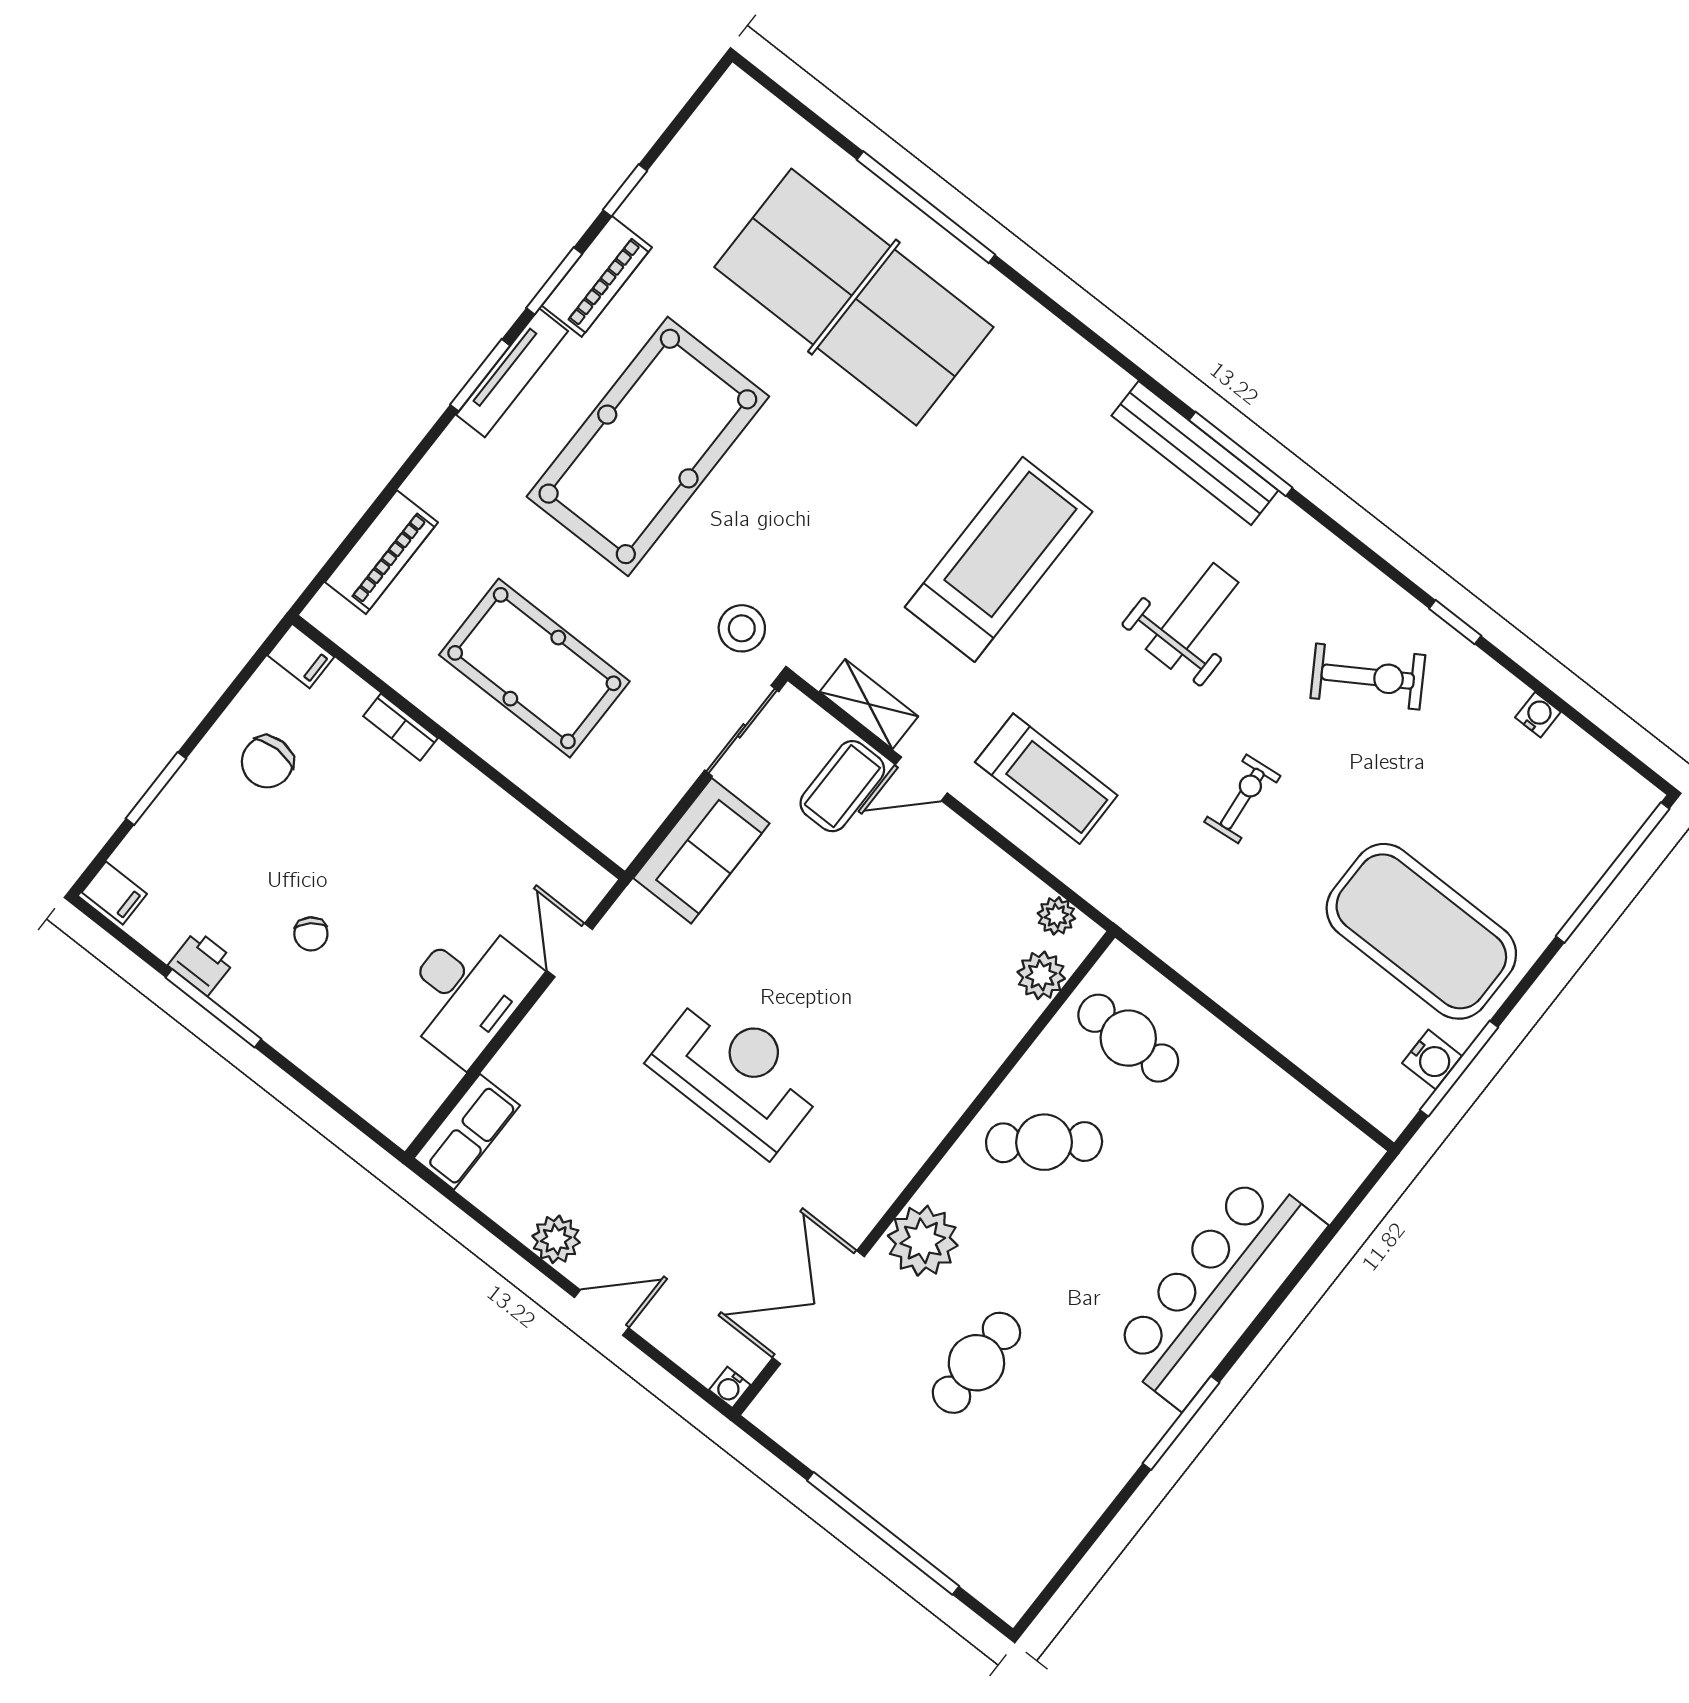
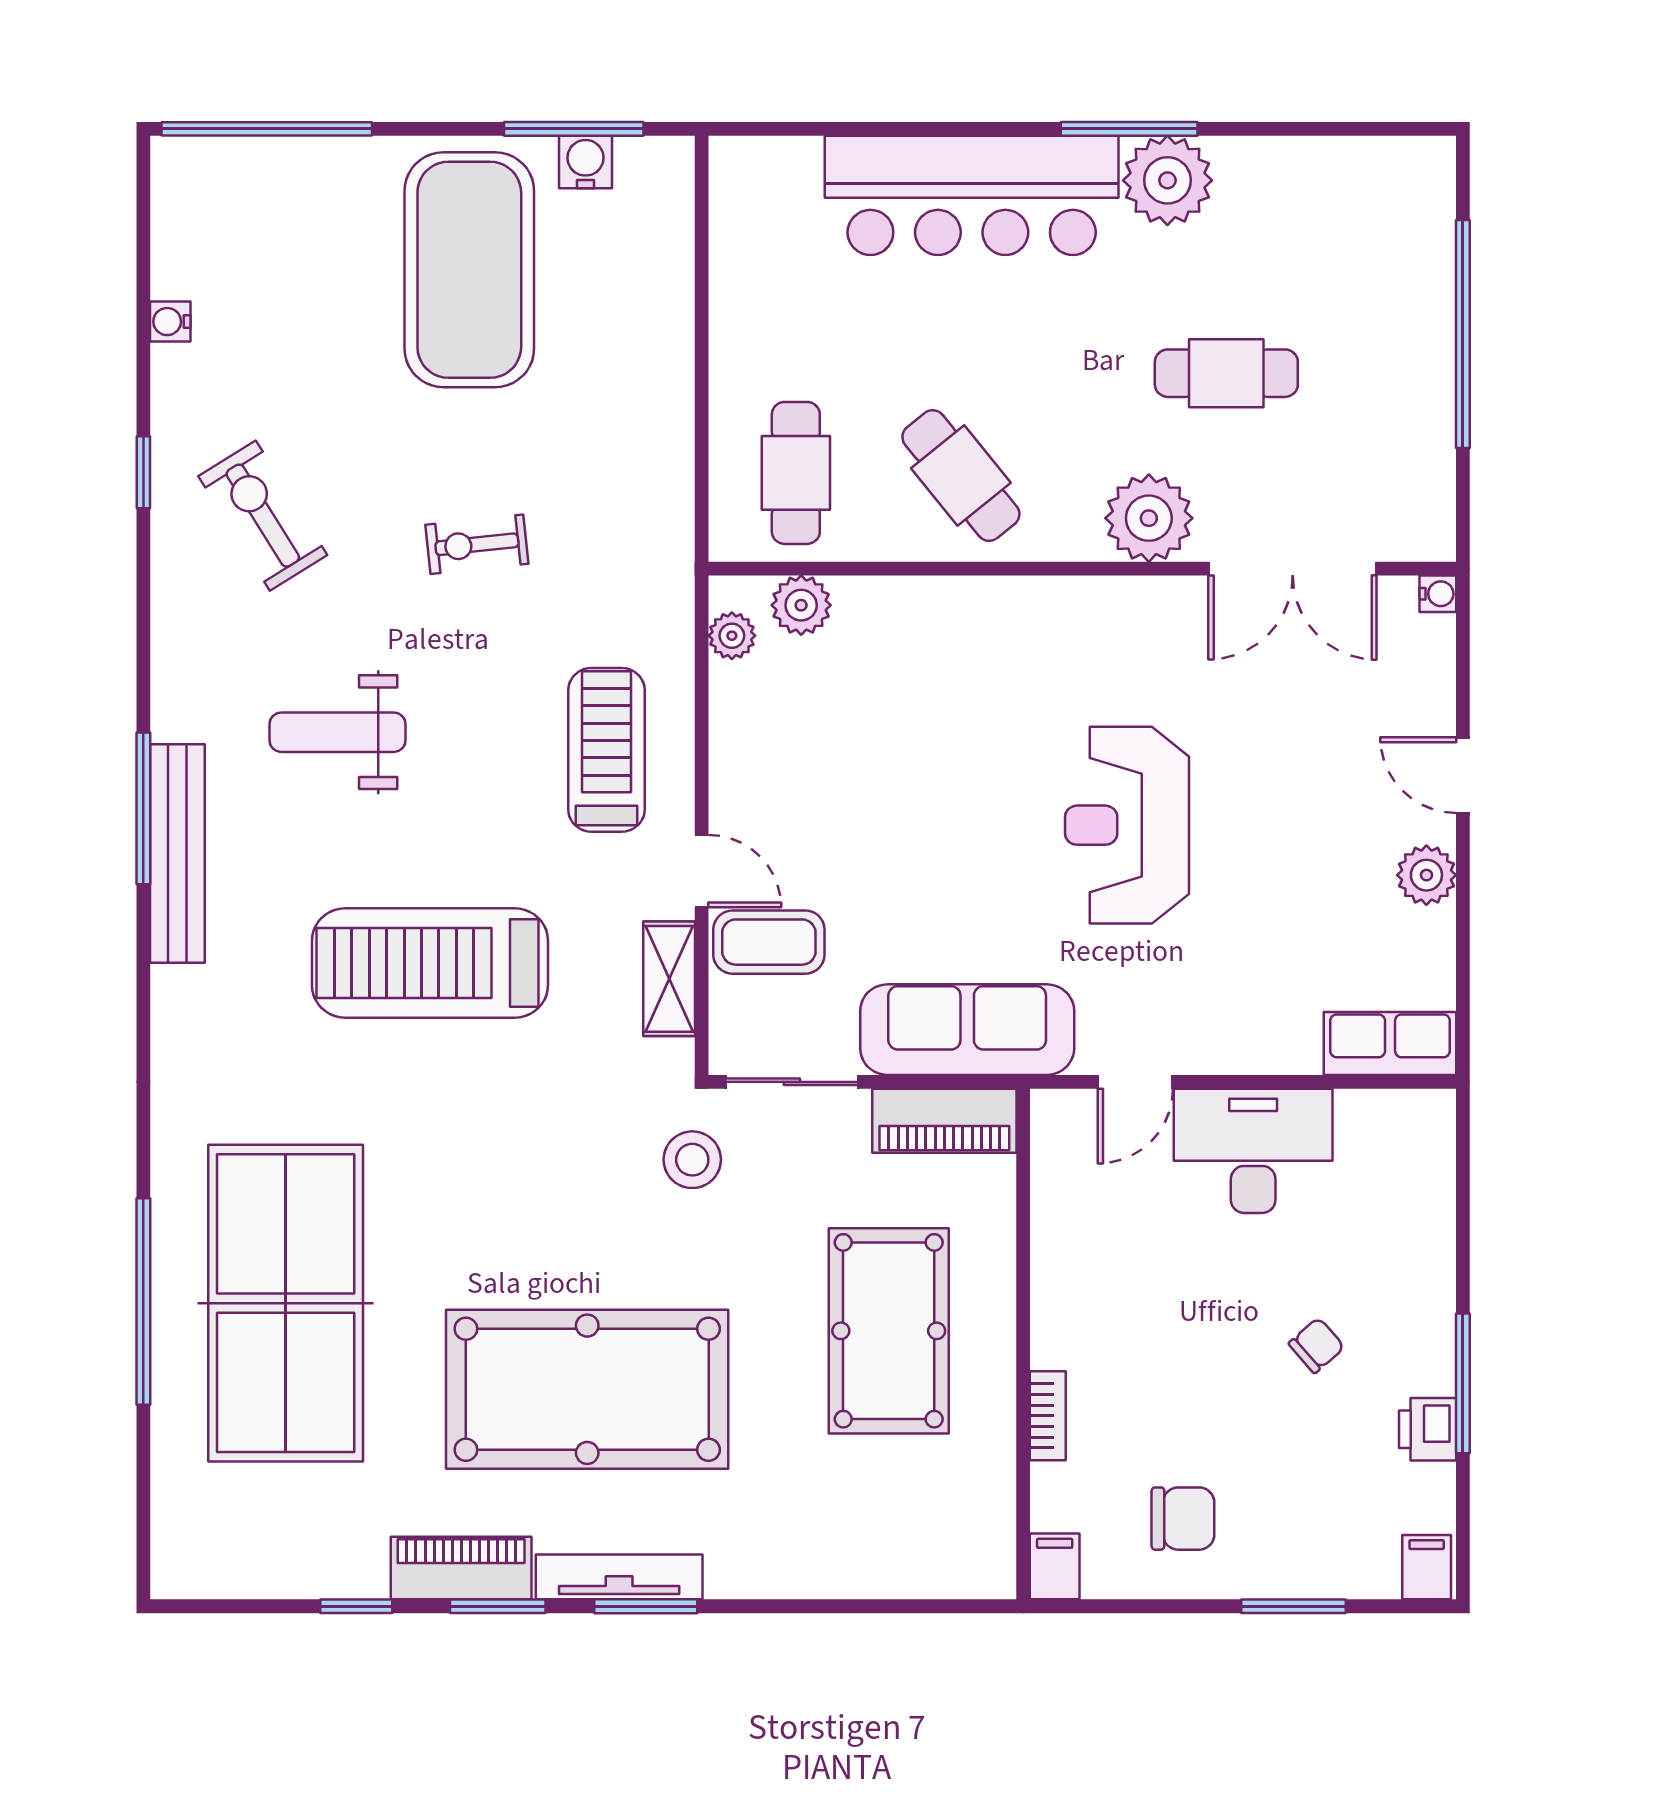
piano: (381, 552) -> (944, 1121), moved, turned 180
sofa: (701, 851) -> (967, 1030), width x1.36
plant: (1129, 1422) -> (1167, 180), added

